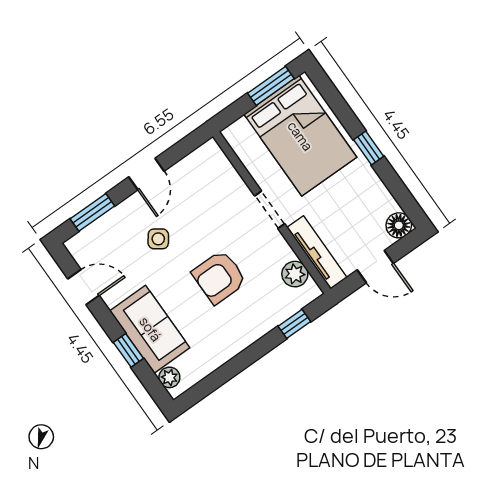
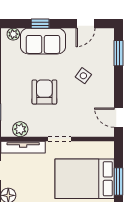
door: (146, 174) -> (118, 118), moved

